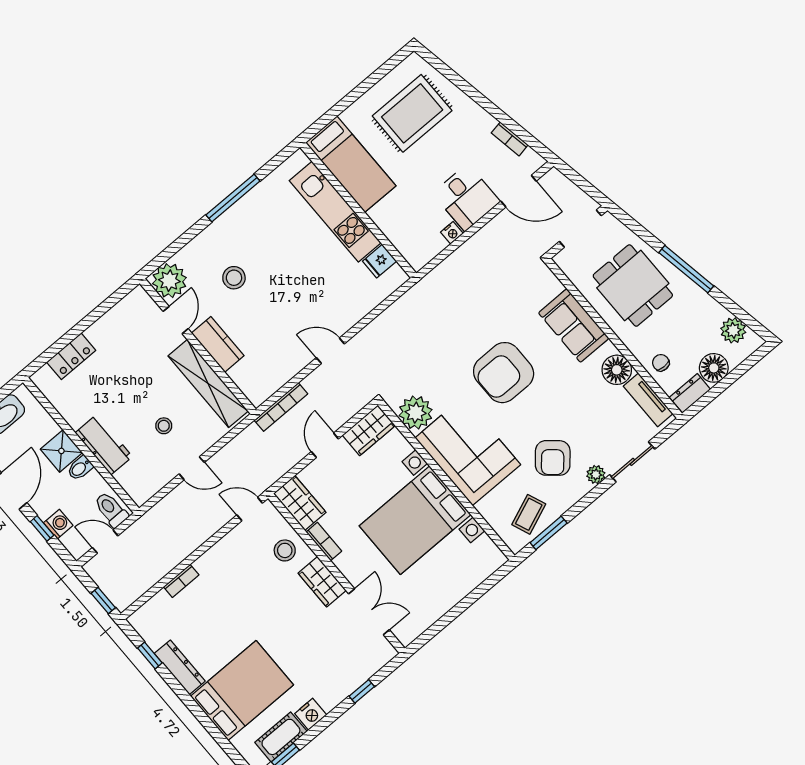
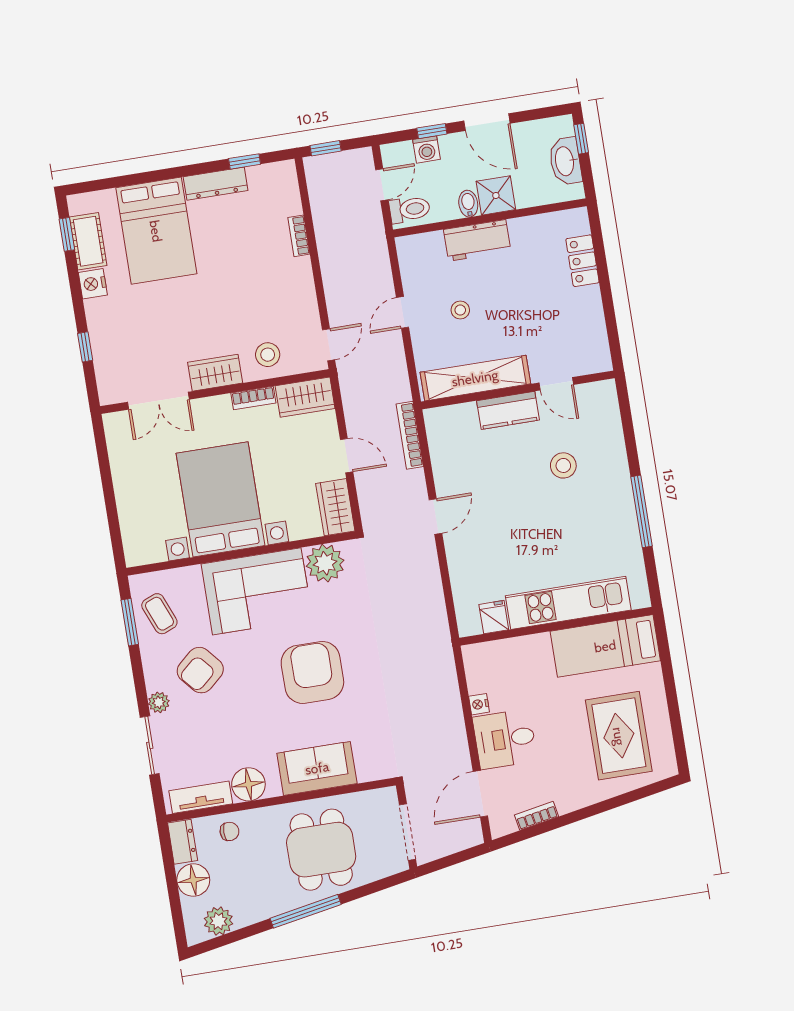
plant: (169, 281) -> (598, 401), removed
dining table: (633, 286) -> (321, 850), turned 90
armchair: (553, 458) -> (200, 670), turned -82

